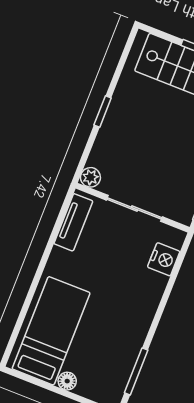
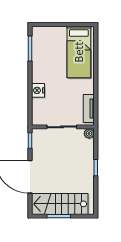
nightstand: (164, 259) -> (38, 90), moved
floor lamp: (67, 381) -> (62, 31), removed

